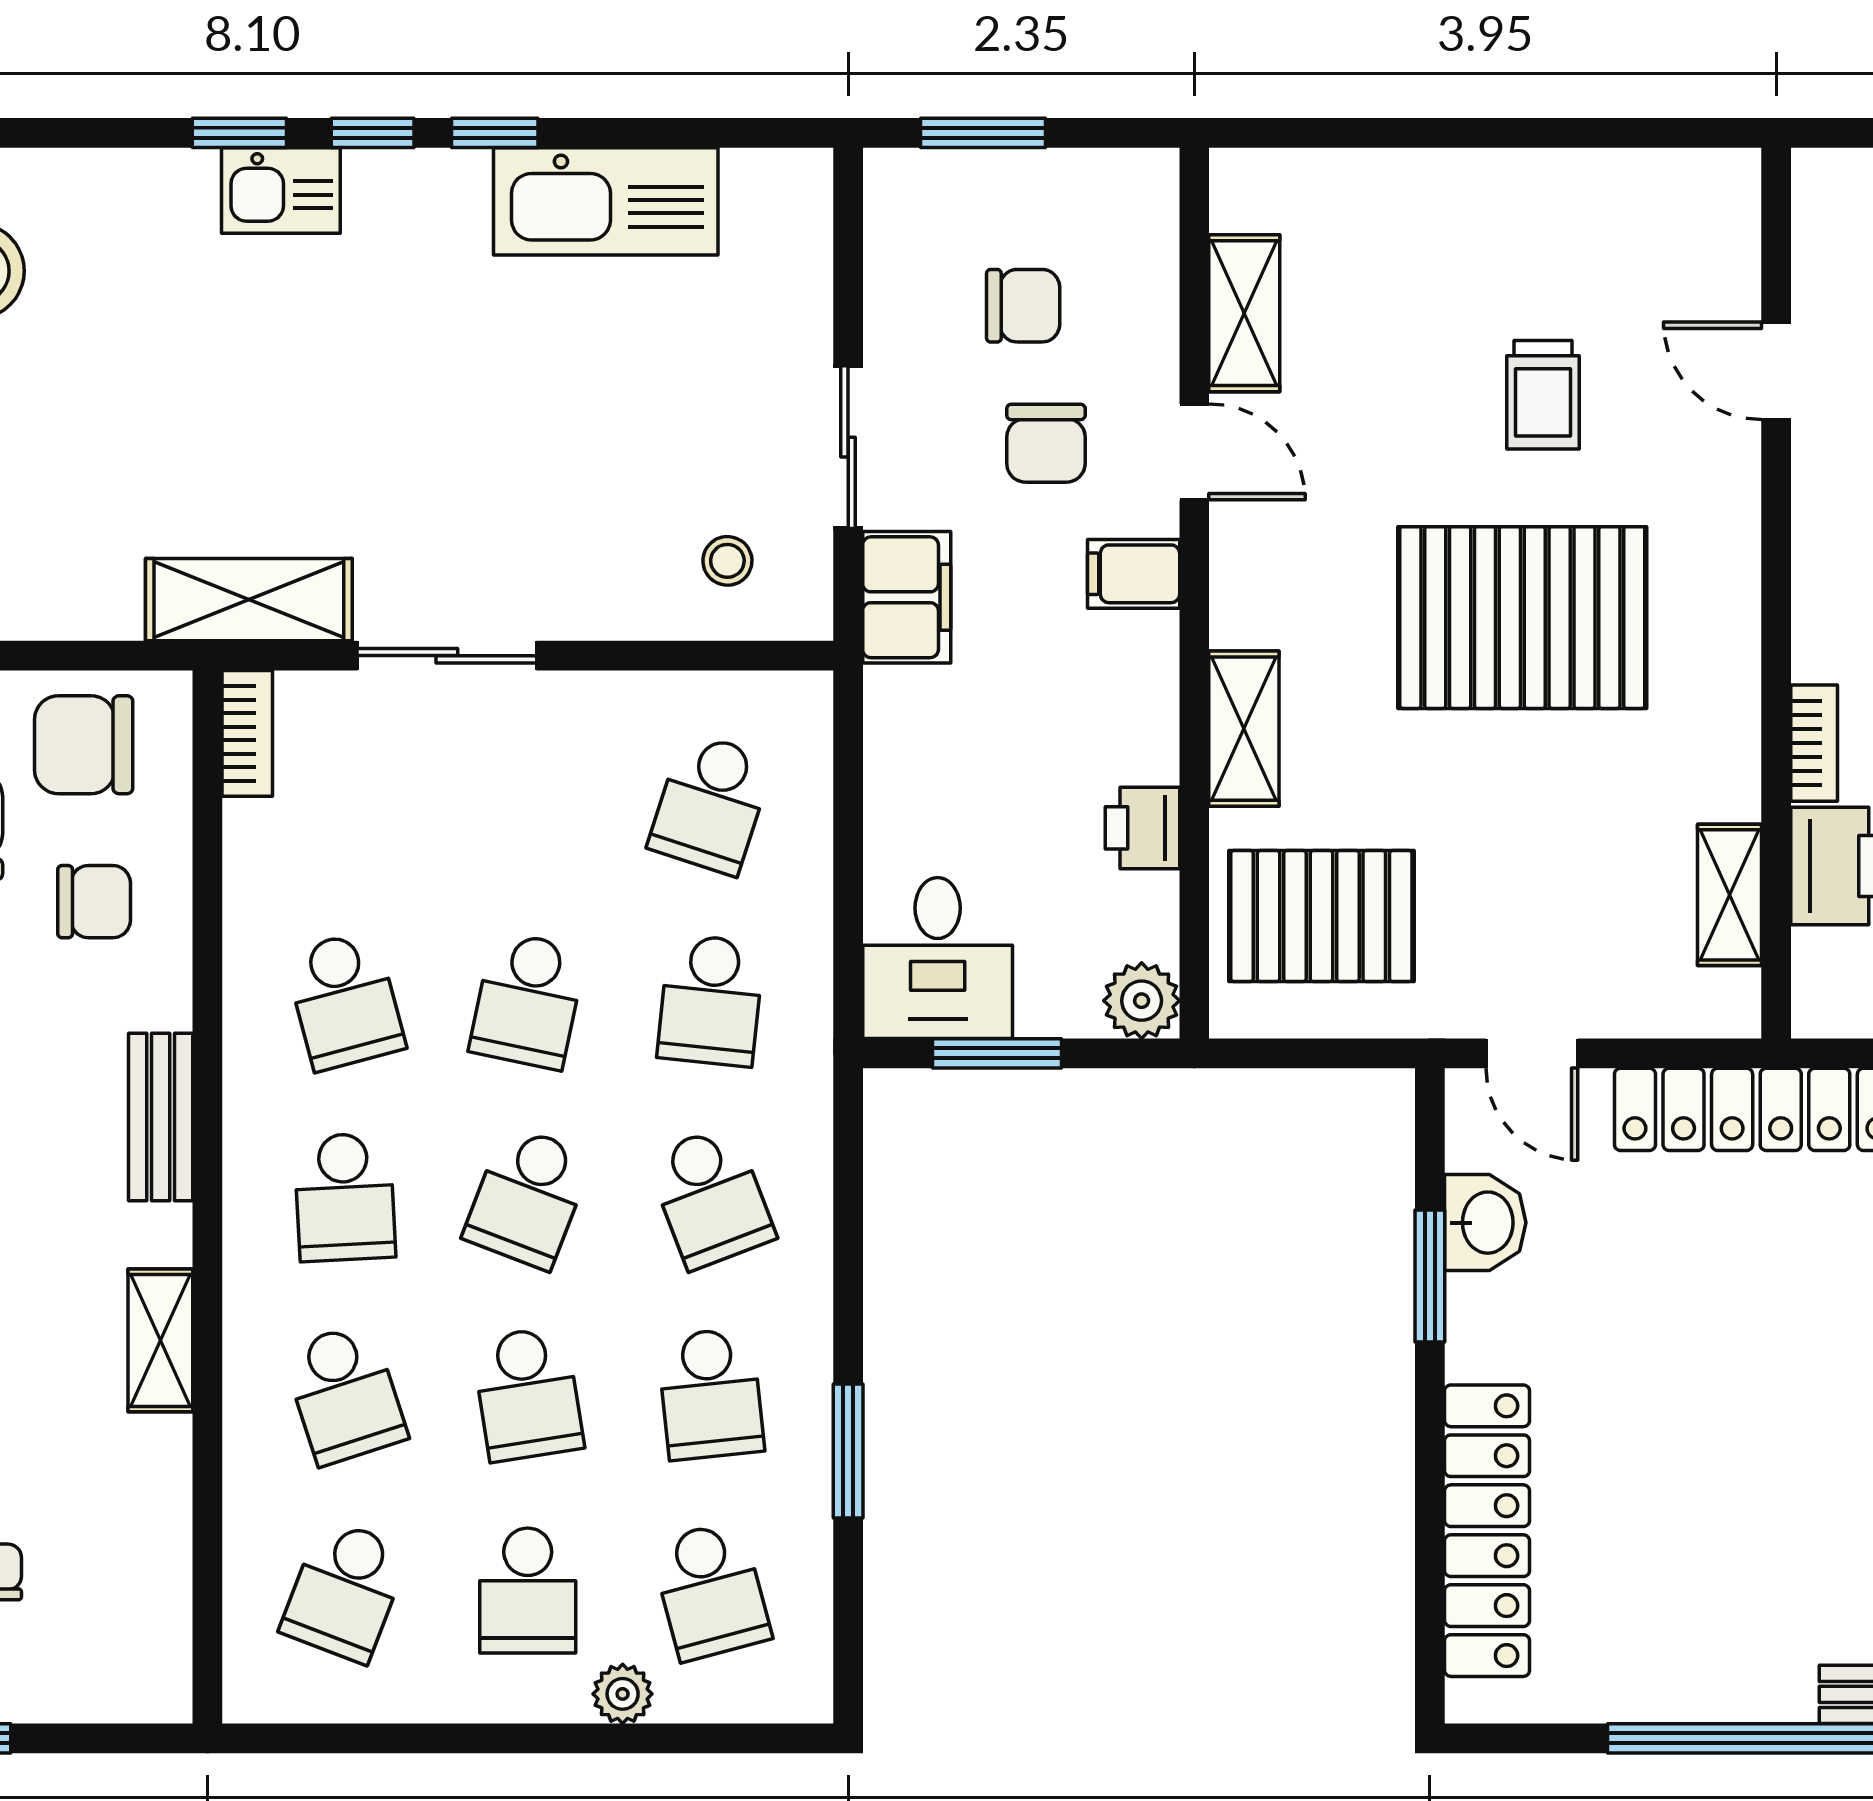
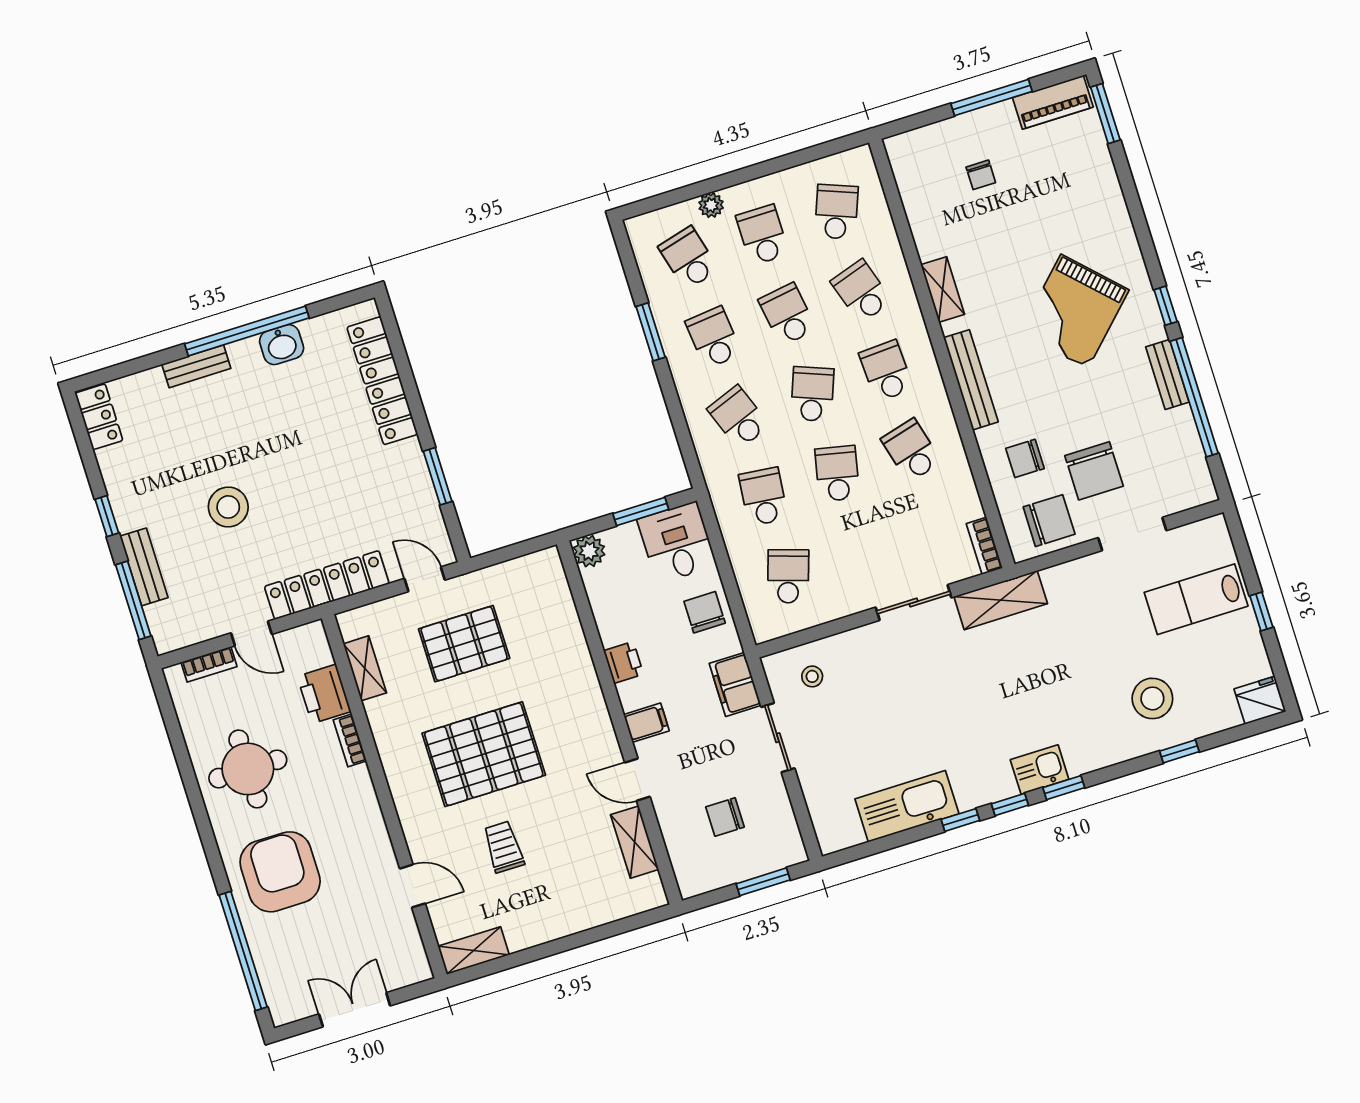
chair: (1046, 443) -> (705, 612), moved
shelving: (1244, 729) -> (474, 950), moved, turned 90
printer: (1142, 828) -> (624, 662), moved
pallet: (1321, 916) -> (464, 644), moved
bench: (161, 1117) -> (971, 380), width x1.36
washbasin: (1485, 1223) -> (282, 345), moved, turned -90

